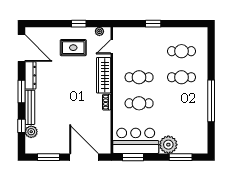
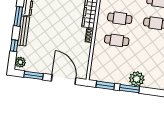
plant: (31, 132) -> (20, 62), moved
bar counter: (136, 141) -> (109, 72), removed
window: (181, 157) -> (129, 89), moved

